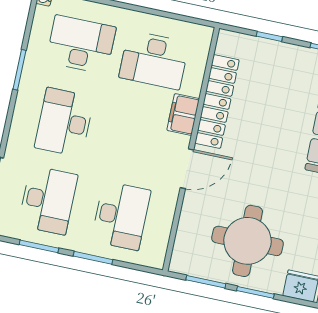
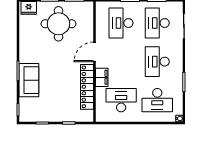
desk: (64, 122) -> (157, 62), turned 180

